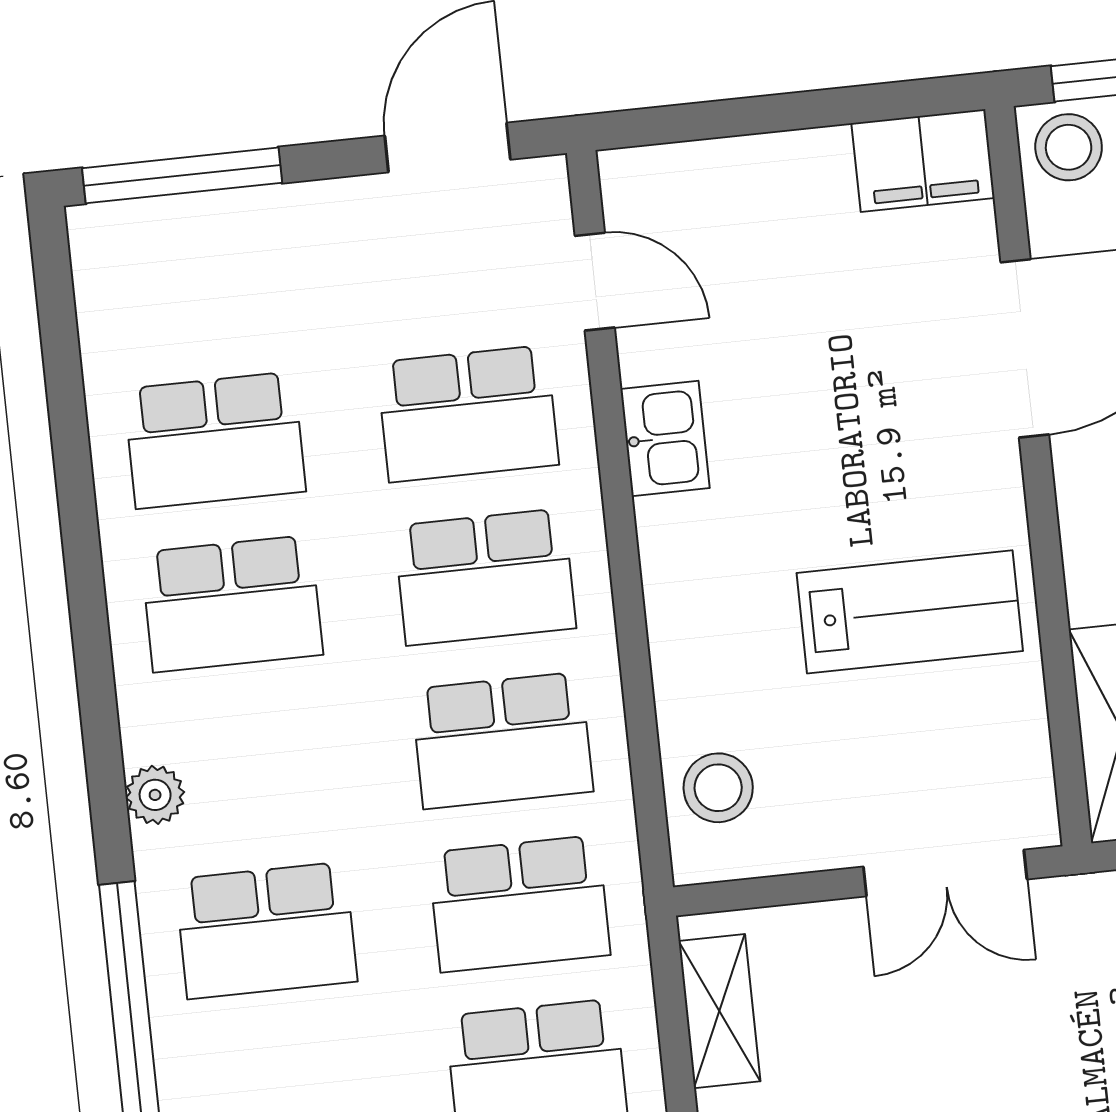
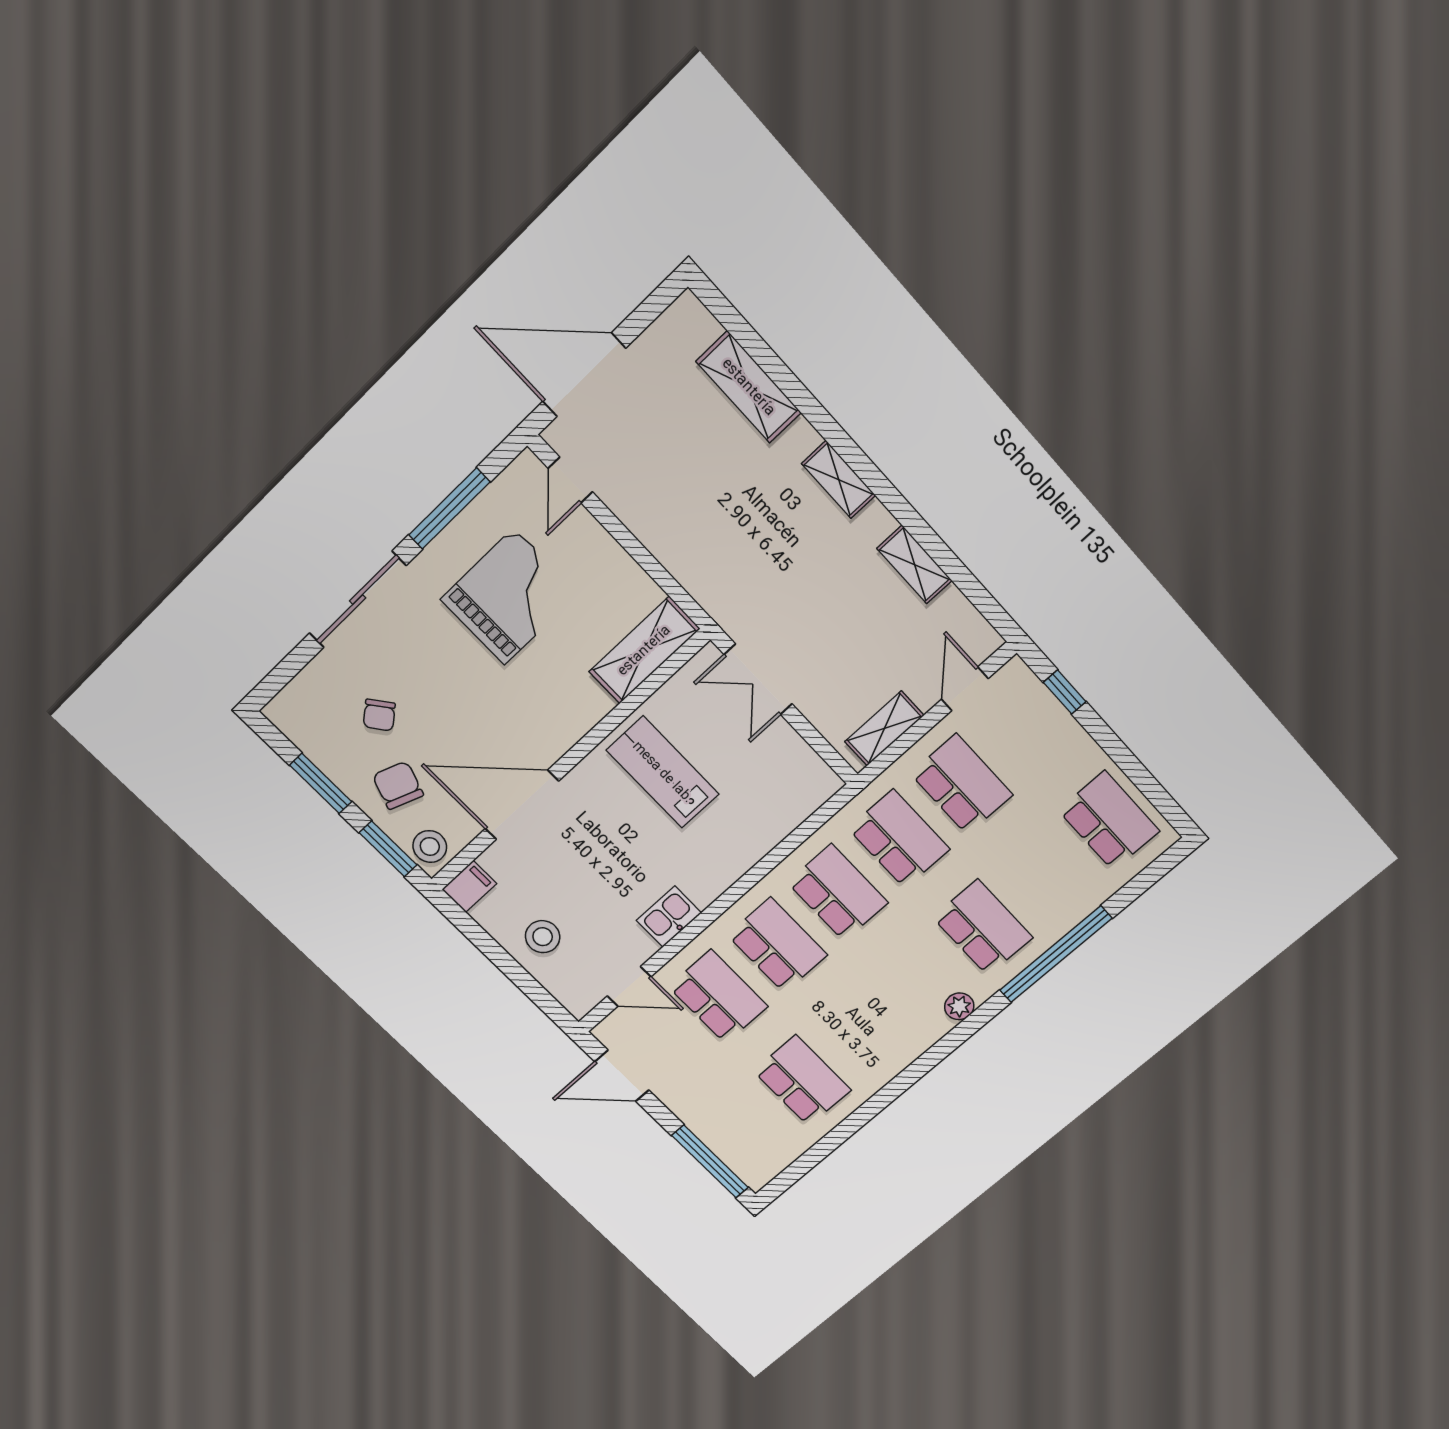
filing cabinet: (923, 161) -> (469, 886), width x0.50
door: (595, 282) -> (629, 986), swing flipped
school desk: (232, 604) -> (861, 1031), removed
stool: (718, 788) -> (543, 937), moved
double door: (945, 873) -> (758, 679), swing flipped

